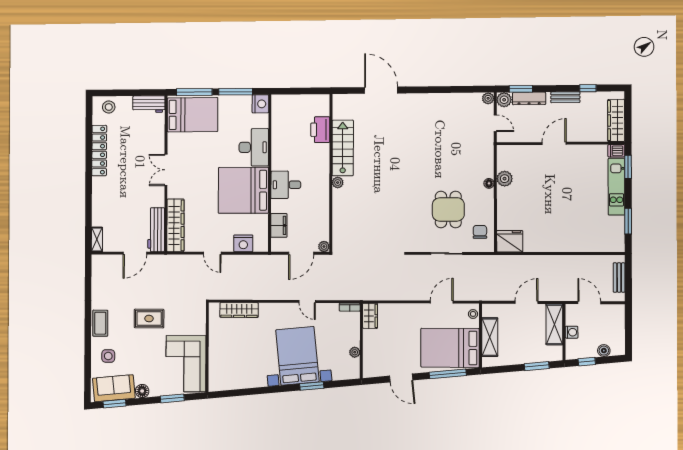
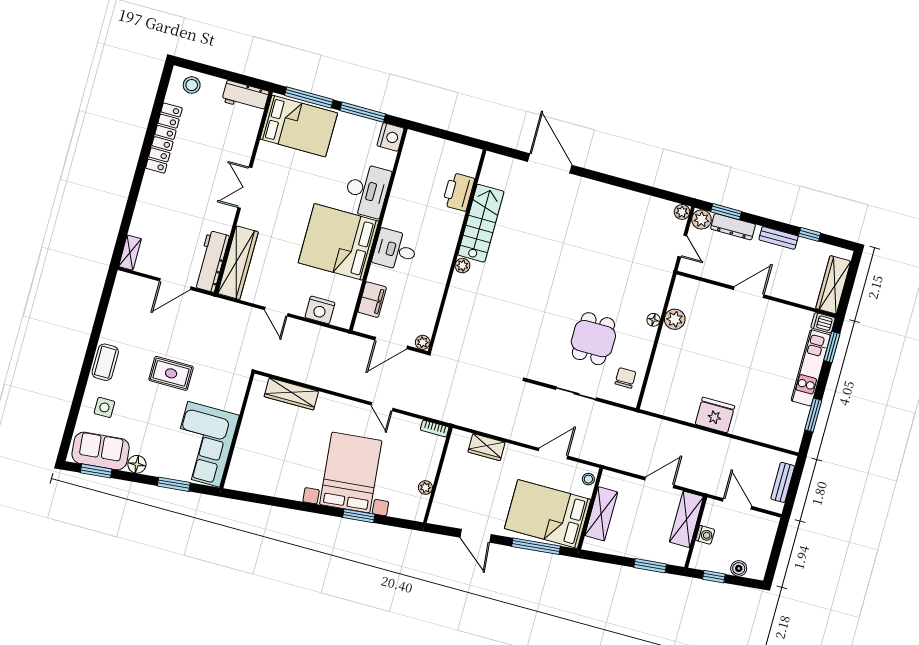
fridge: (510, 241) -> (715, 415), moved
wardrobe: (370, 316) -> (487, 447), moved, turned 90

